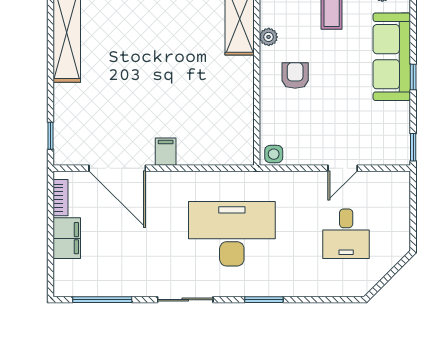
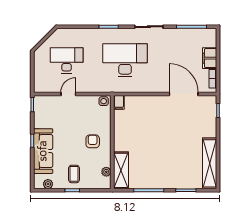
plant: (269, 37) -> (106, 172), moved
armchair: (295, 76) -> (93, 141), turned 180
filing cabinet: (166, 152) -> (119, 102), moved
desk: (232, 234) -> (125, 60), turned 180
desk: (346, 234) -> (67, 60), width x1.37

